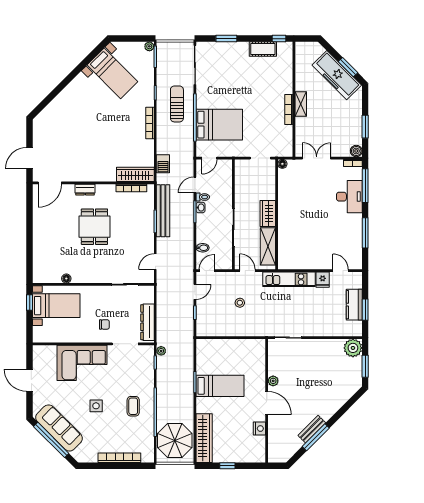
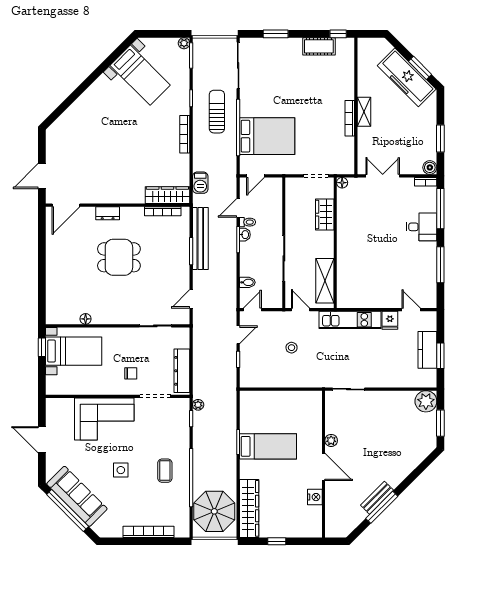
desk: (349, 197) -> (422, 227), width x0.73
wardrobe: (268, 213) -> (325, 215), moved
dining table: (94, 227) -> (119, 257), turned 90

